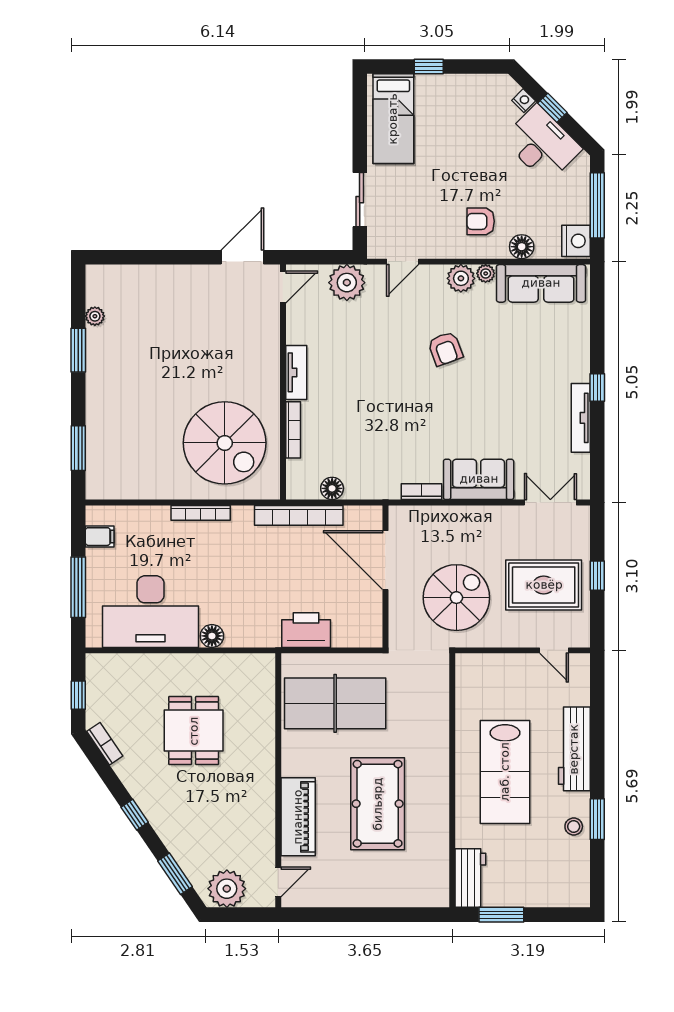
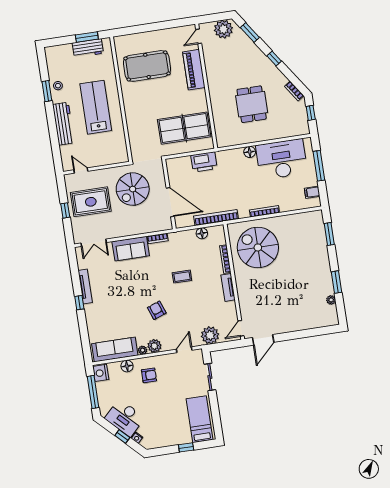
coffee table: (385, 408) -> (182, 277), added
pool table: (378, 804) -> (147, 66), moved, turned 90
workbench: (470, 878) -> (88, 48), moved, turned -90

